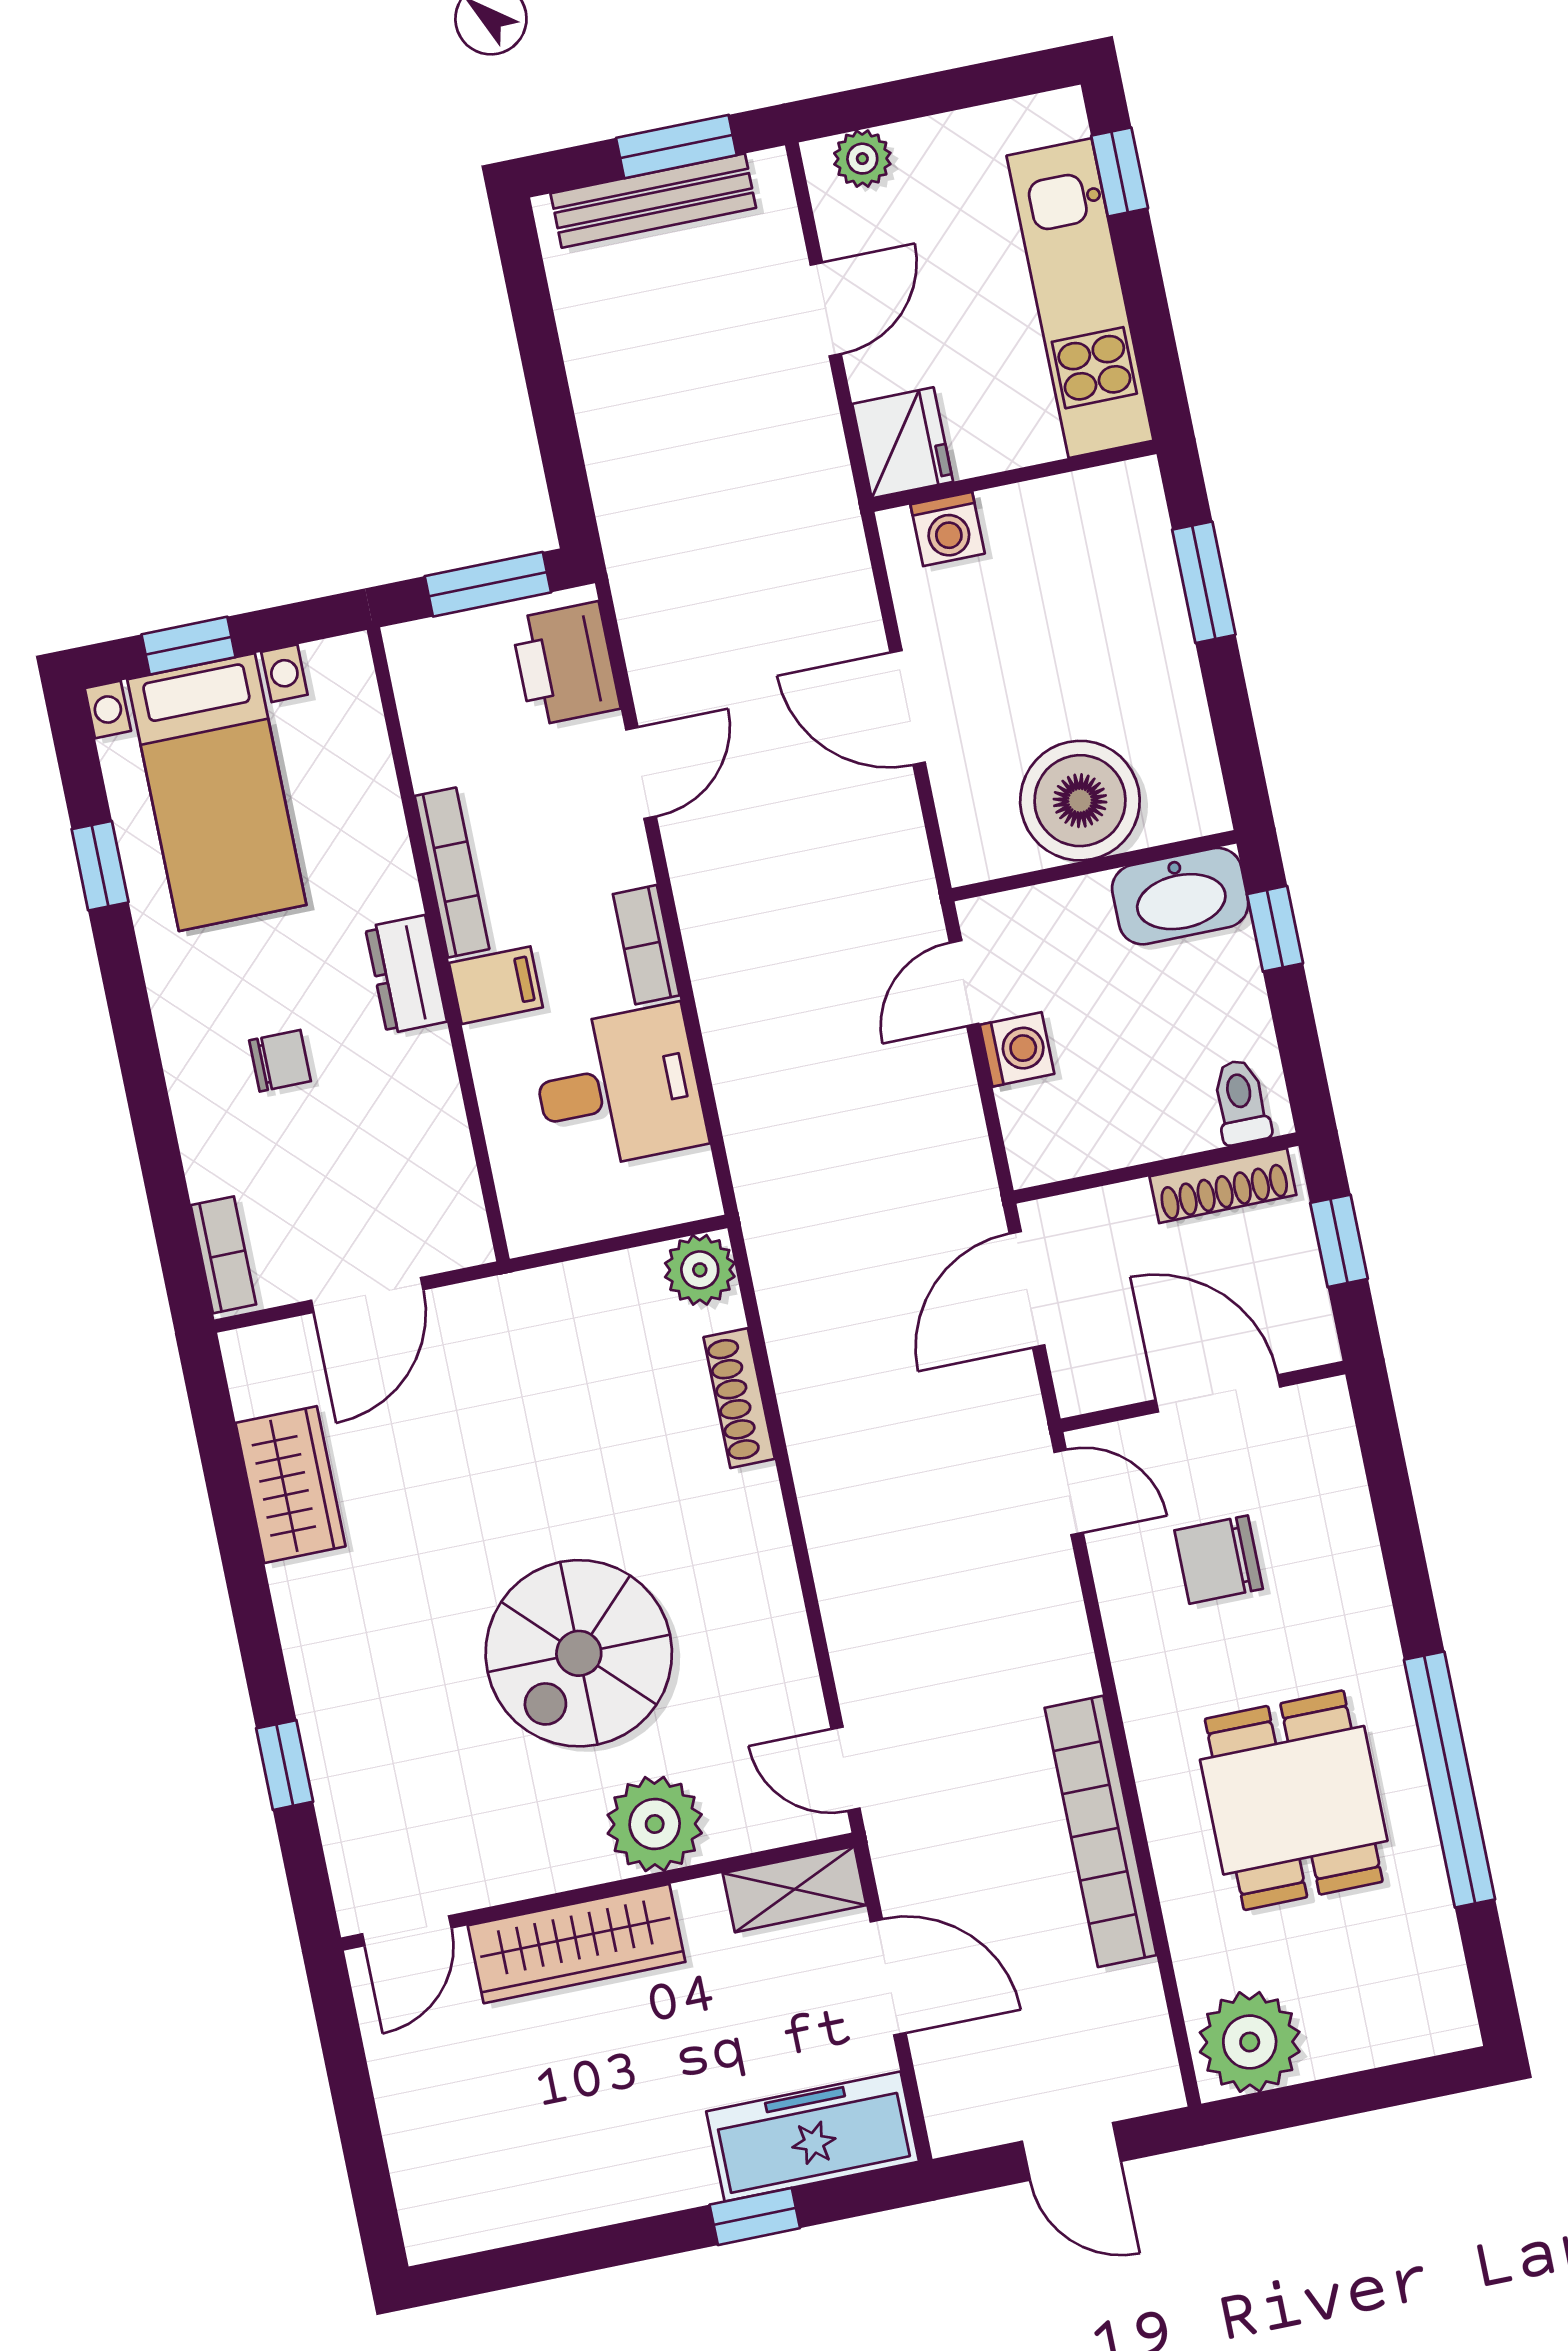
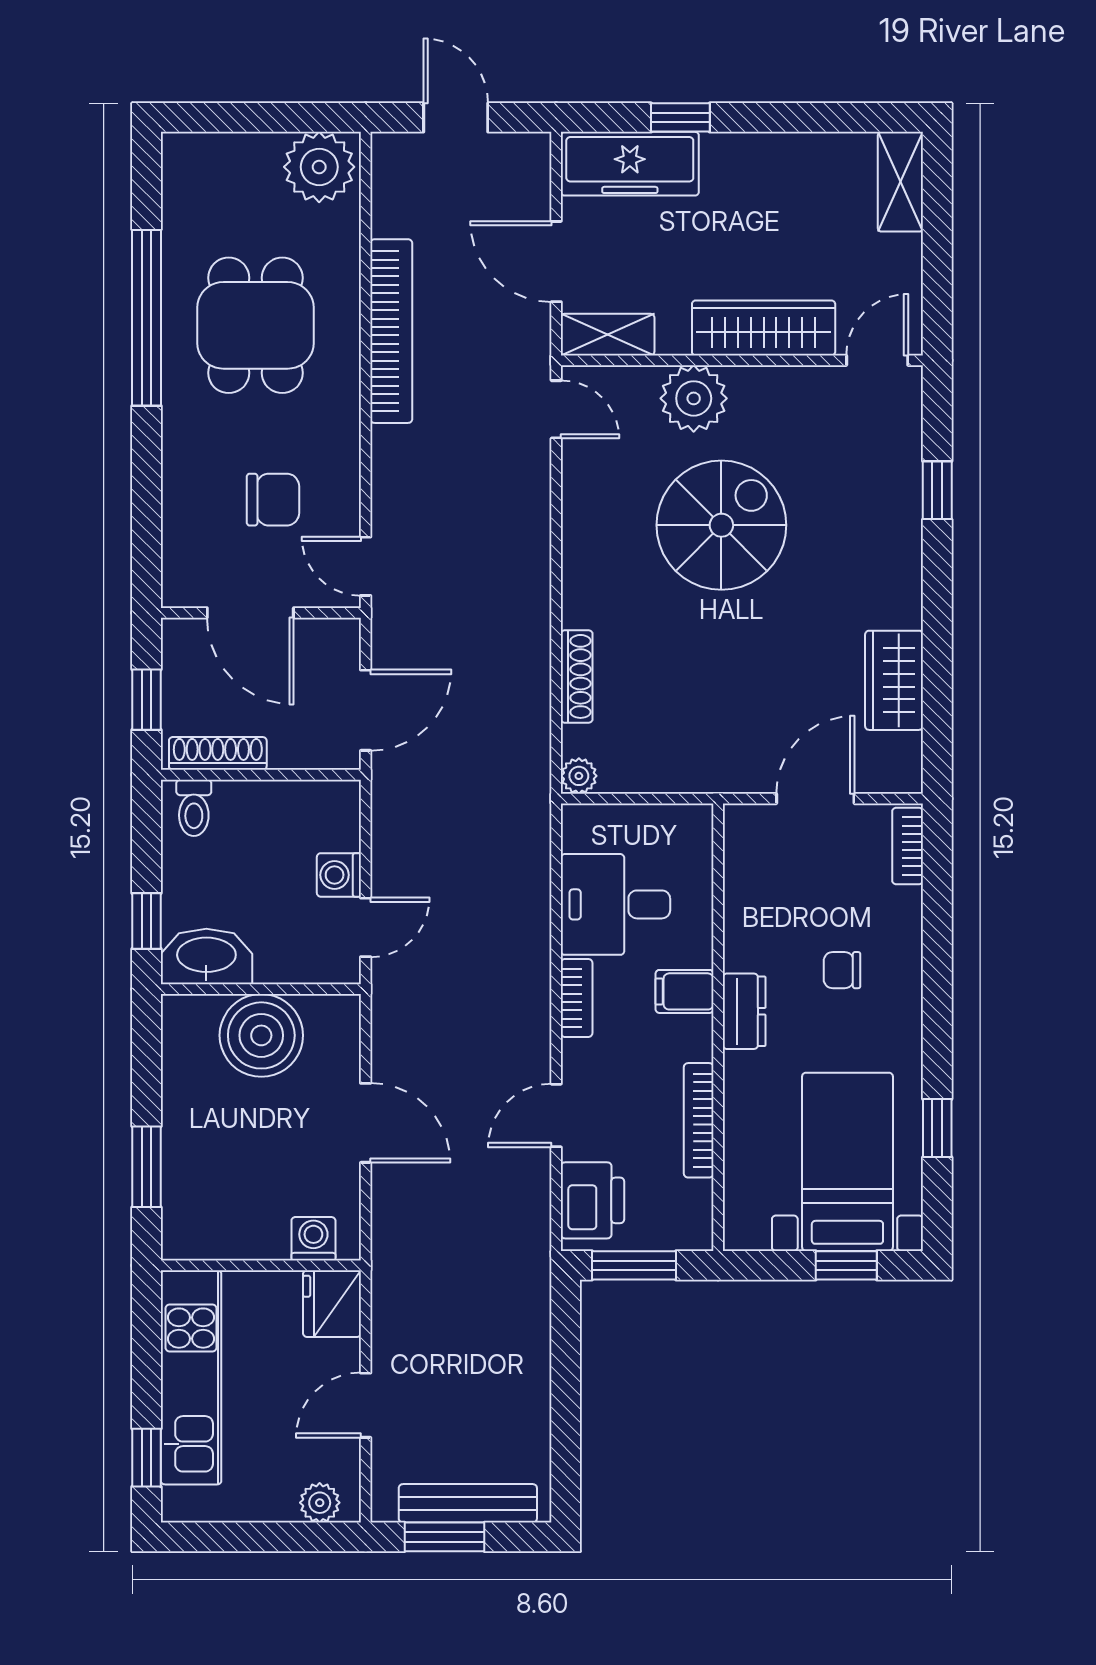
bookcase: (452, 872) -> (699, 1120), moved
plant: (700, 1270) -> (579, 776), width x0.73, depth x0.73
shelving: (426, 2189) -> (900, 182), added

